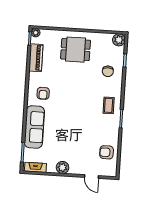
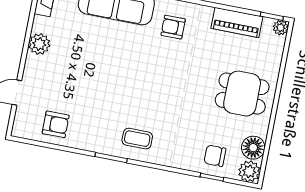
floor lamp: (105, 39) -> (253, 148), added
dining table: (76, 50) -> (242, 94), turned 90
chair: (108, 71) -> (215, 156), moved
armchair: (107, 152) -> (56, 124), turned 90

